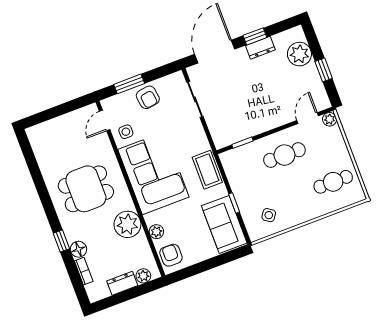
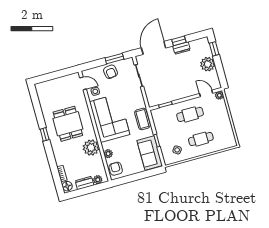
plant: (299, 54) -> (208, 64), moved
window: (324, 70) -> (214, 49), moved
window: (129, 84) -> (114, 59), moved
door: (308, 118) -> (206, 93), hinge flipped
door: (105, 120) -> (83, 83), swing flipped
cafe table: (333, 182) -> (201, 139), moved
dining table: (86, 189) -> (68, 124), turned 90
window: (61, 241) -> (45, 134), moved
floor lamp: (78, 249) -> (67, 186), moved

